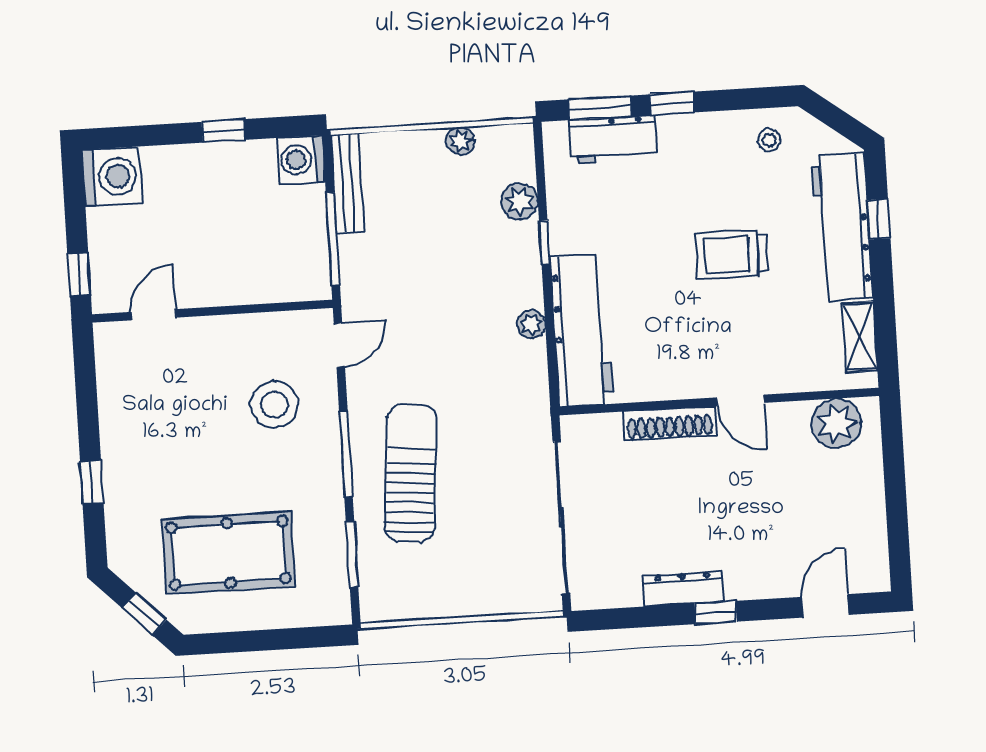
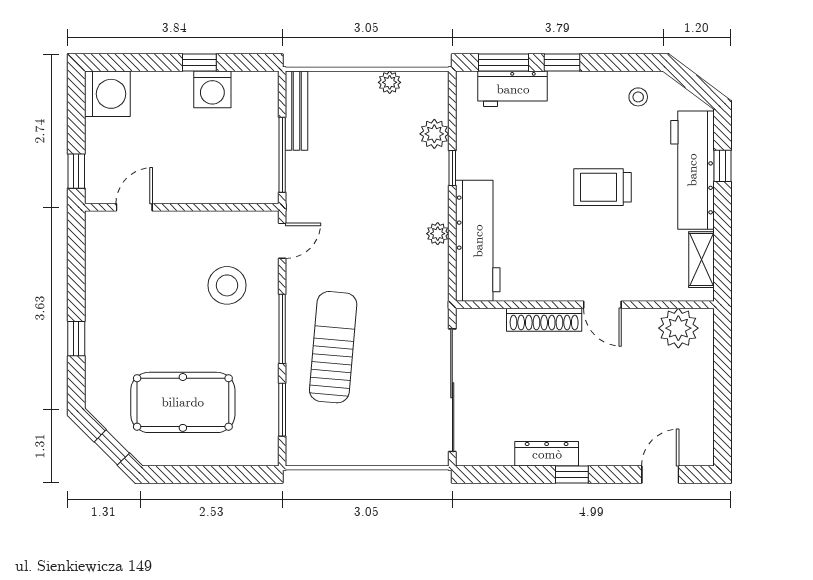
washing machine: (301, 160) -> (212, 89), moved, turned -90

